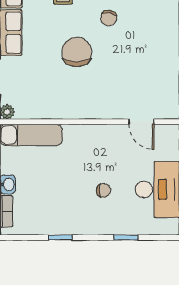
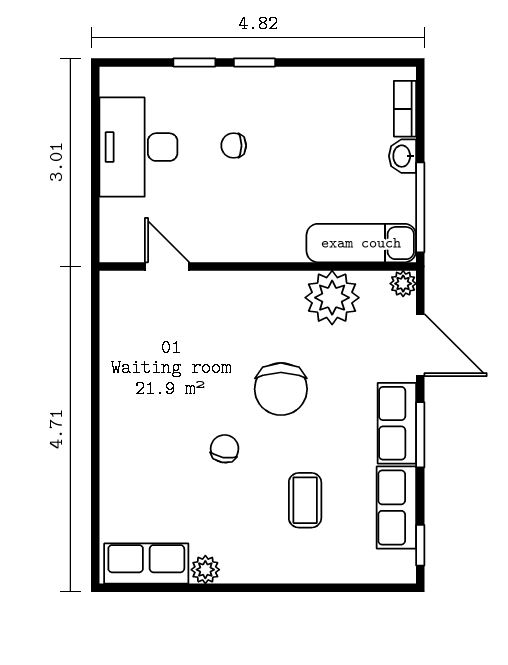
plant: (48, 104) -> (332, 298), added
window: (60, 238) -> (254, 62), moved

